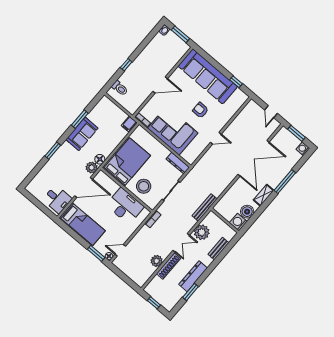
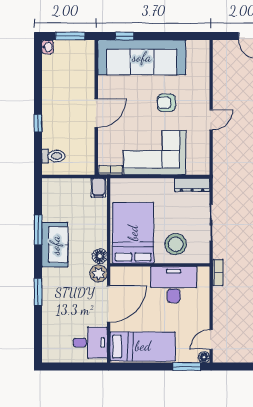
window: (236, 82) -> (124, 36), moved

